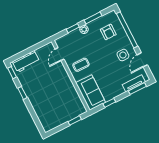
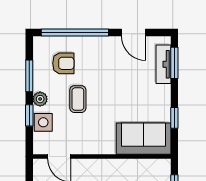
side table: (123, 55) -> (43, 122), moved
coffee table: (81, 65) -> (78, 99), moved

